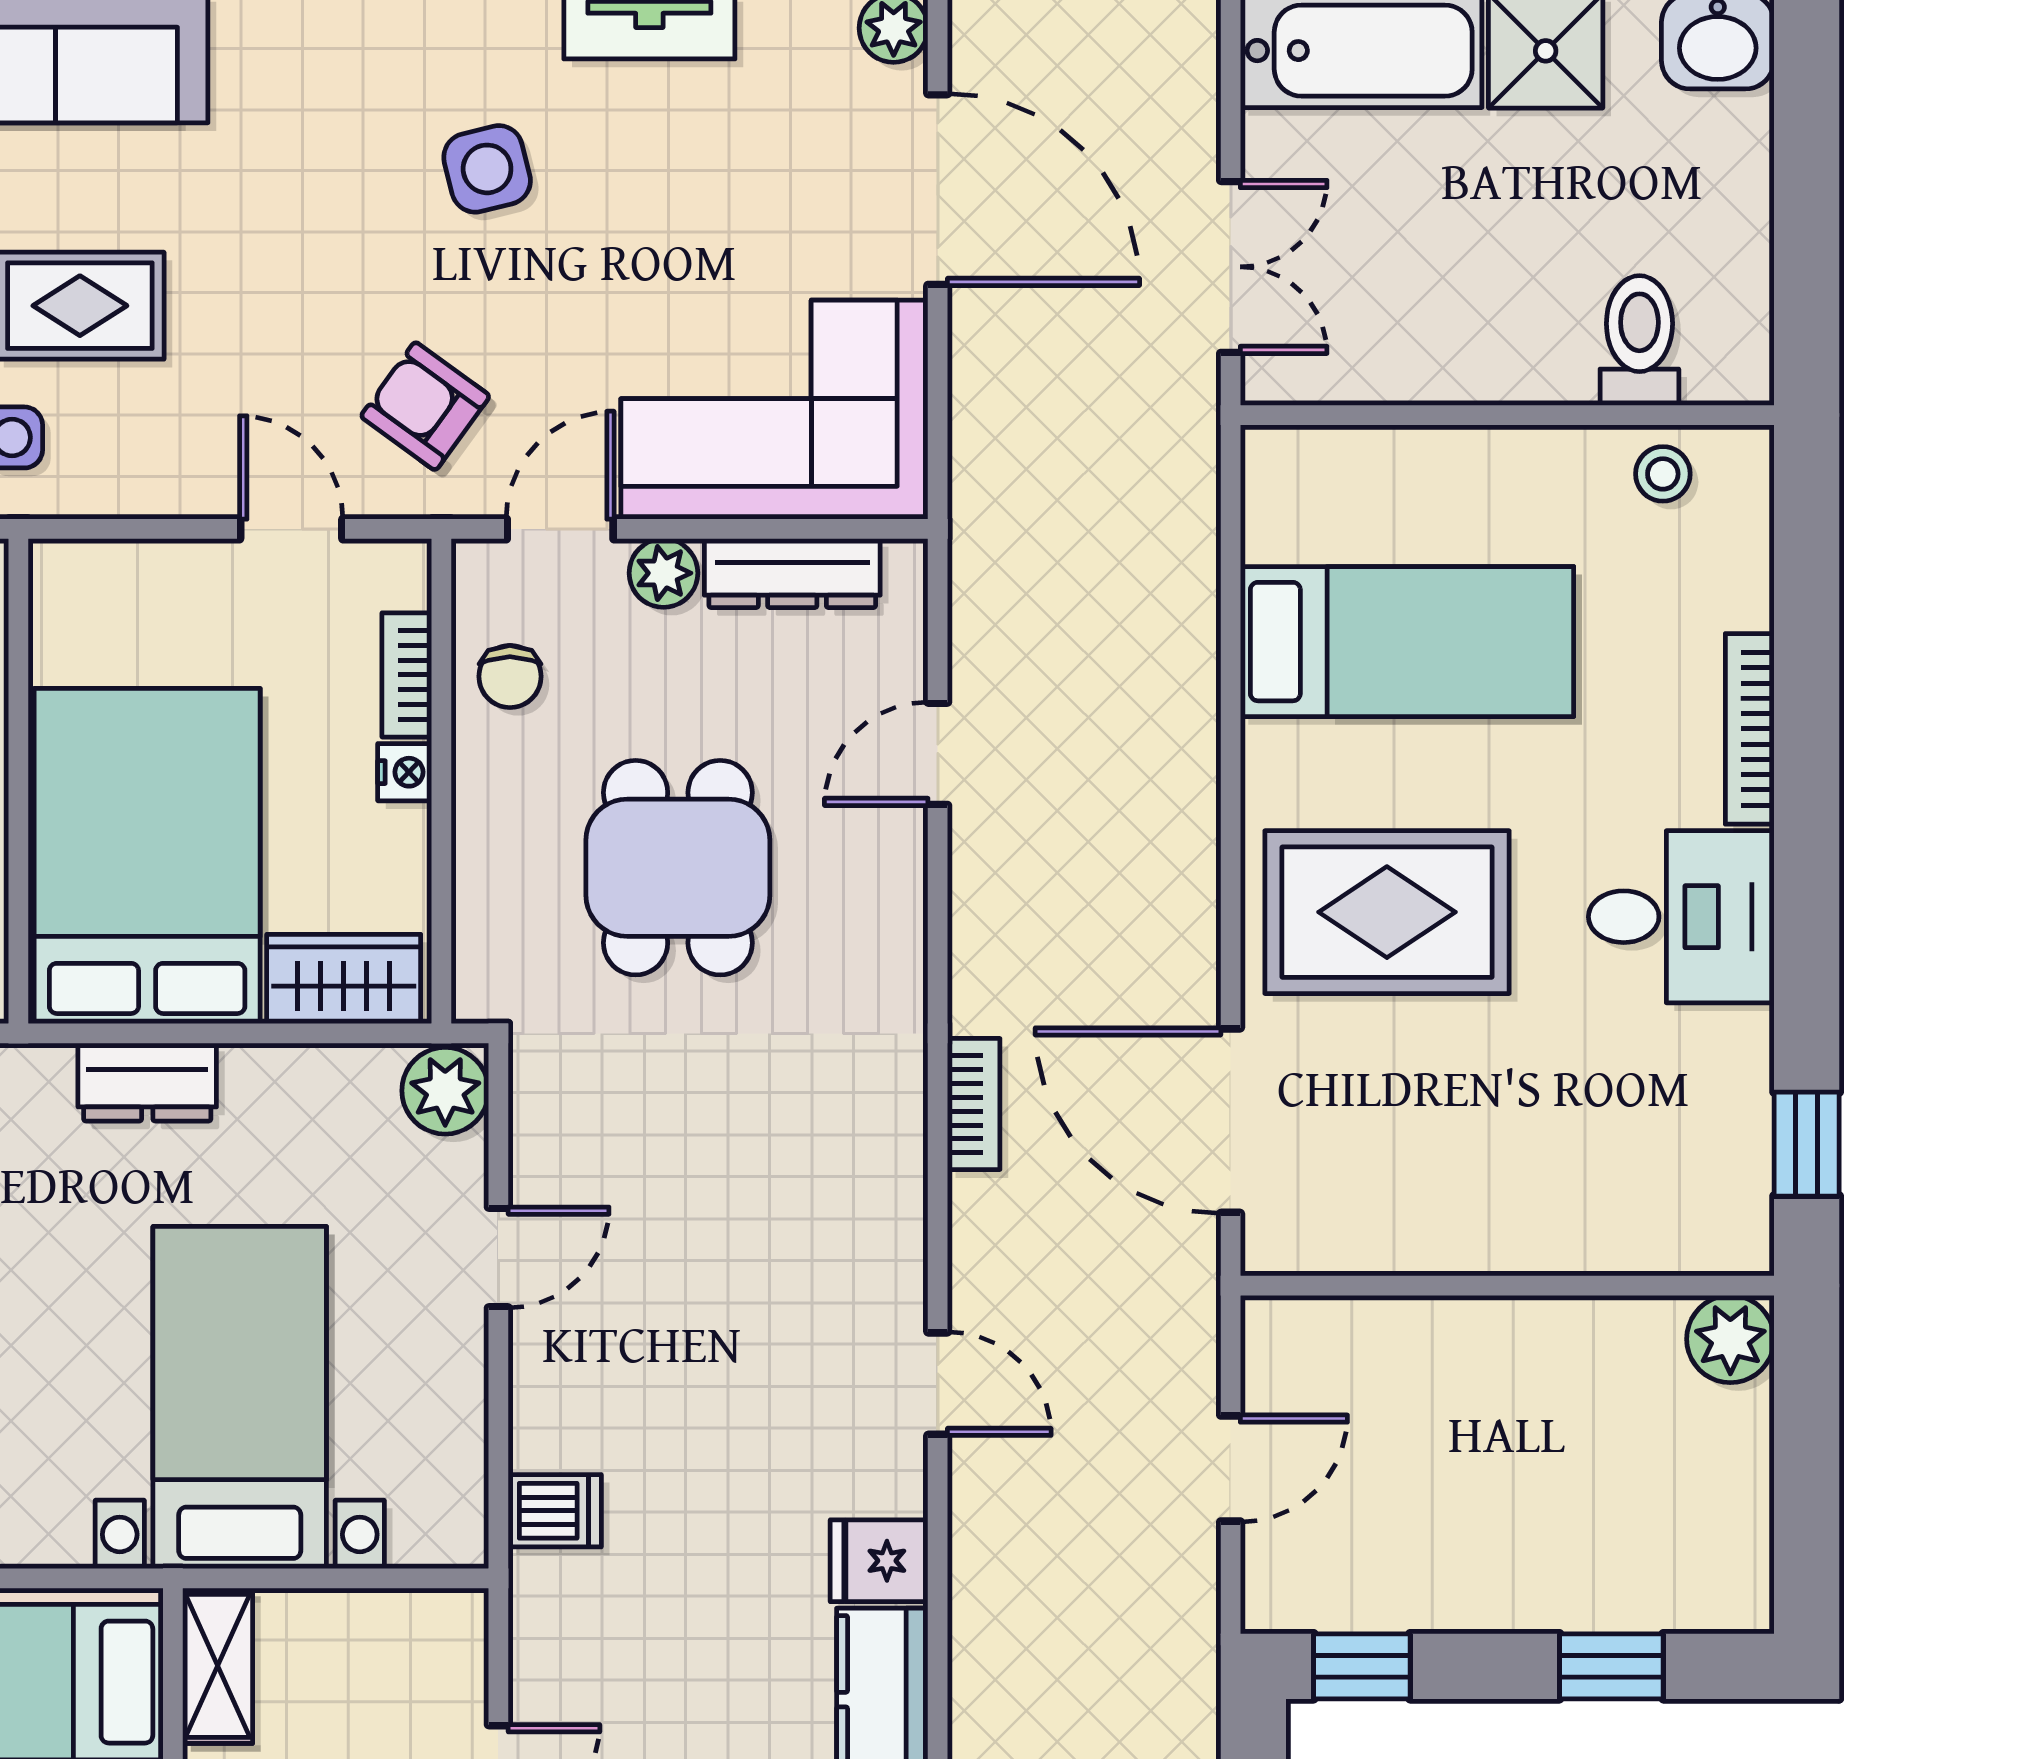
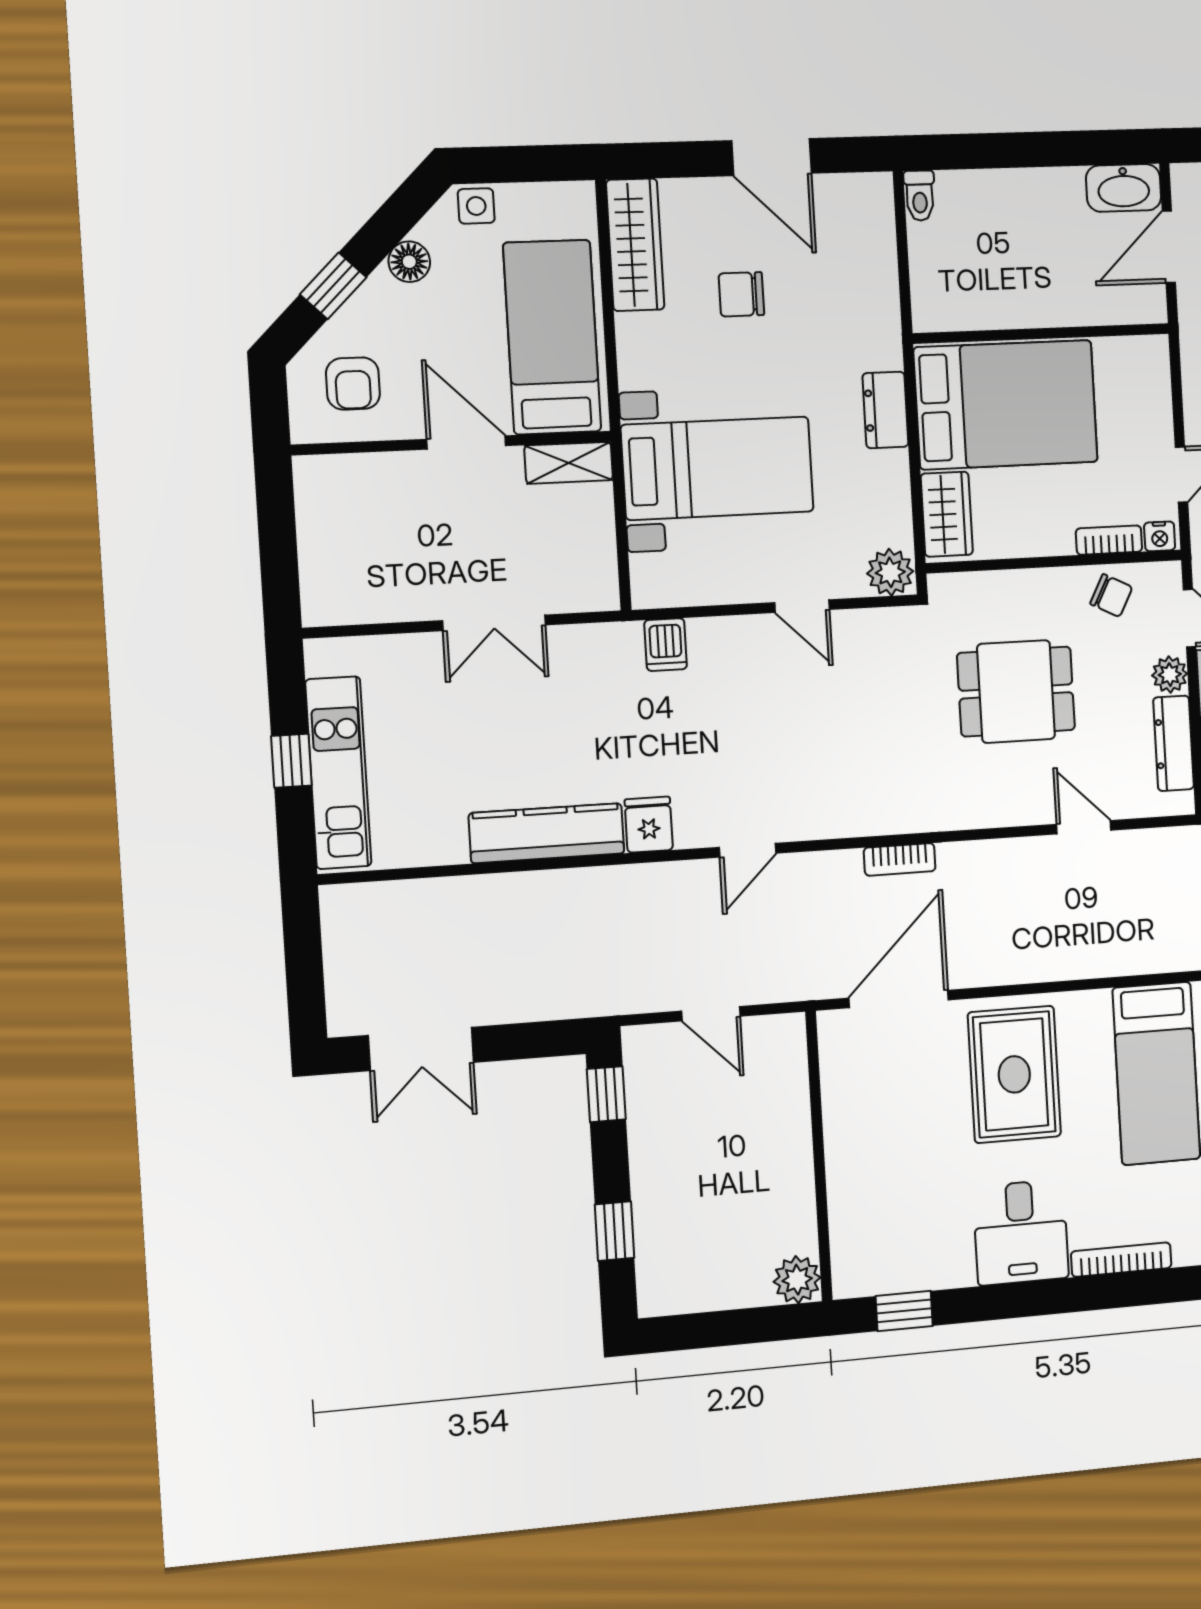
chair: (510, 676) -> (1111, 596), turned -153
nightstand: (405, 772) -> (1160, 536), moved

